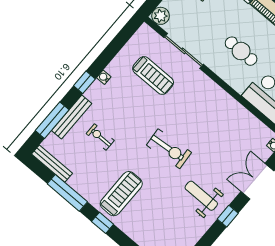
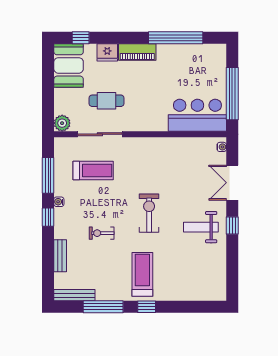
cafe table: (241, 51) -> (107, 101), moved
bench: (72, 117) -> (60, 256), width x0.73
window: (52, 120) -> (48, 175), moved
exercise bike: (100, 137) -> (102, 233), moved
exercise bike: (169, 149) -> (149, 213), turned -85

